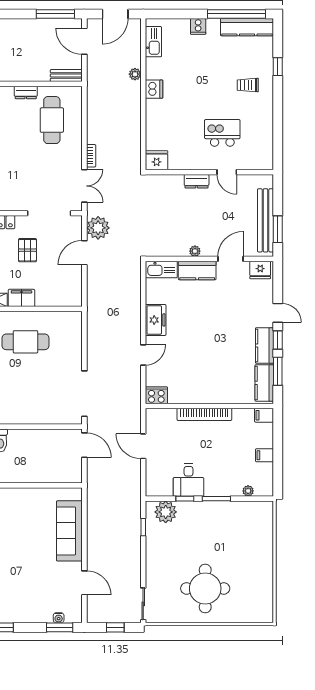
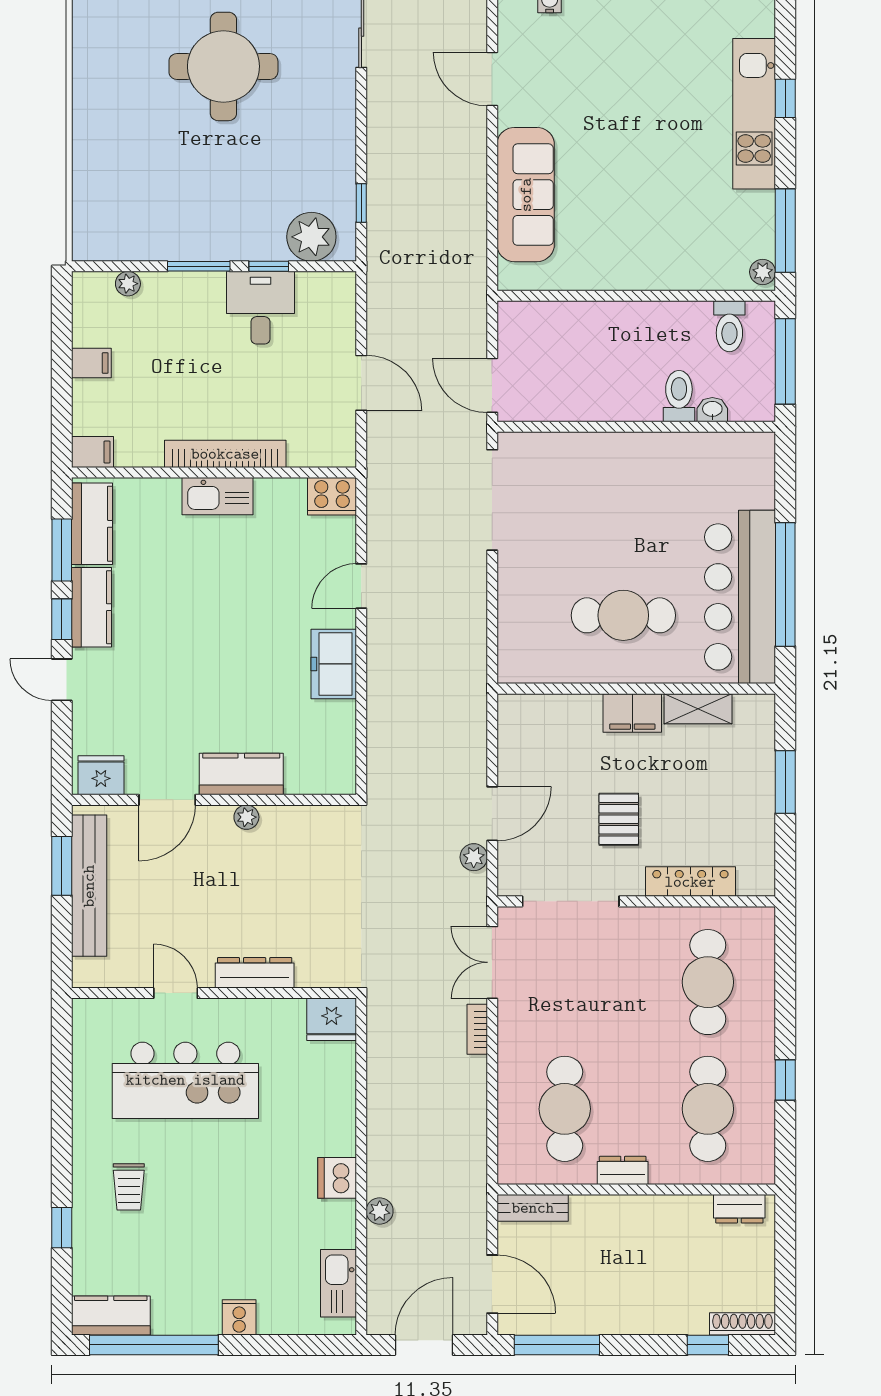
kitchen counter: (247, 27) -> (111, 1316), width x0.67
trolley: (248, 85) -> (129, 1187), turned 90
kitchen island: (222, 133) -> (185, 1080), width x1.87, depth x1.28
dresser: (197, 181) -> (255, 973), width x1.44
plant: (98, 228) -> (474, 857), width x0.53, depth x0.53
kitchen sink: (161, 269) -> (218, 496), moved, turned 180

